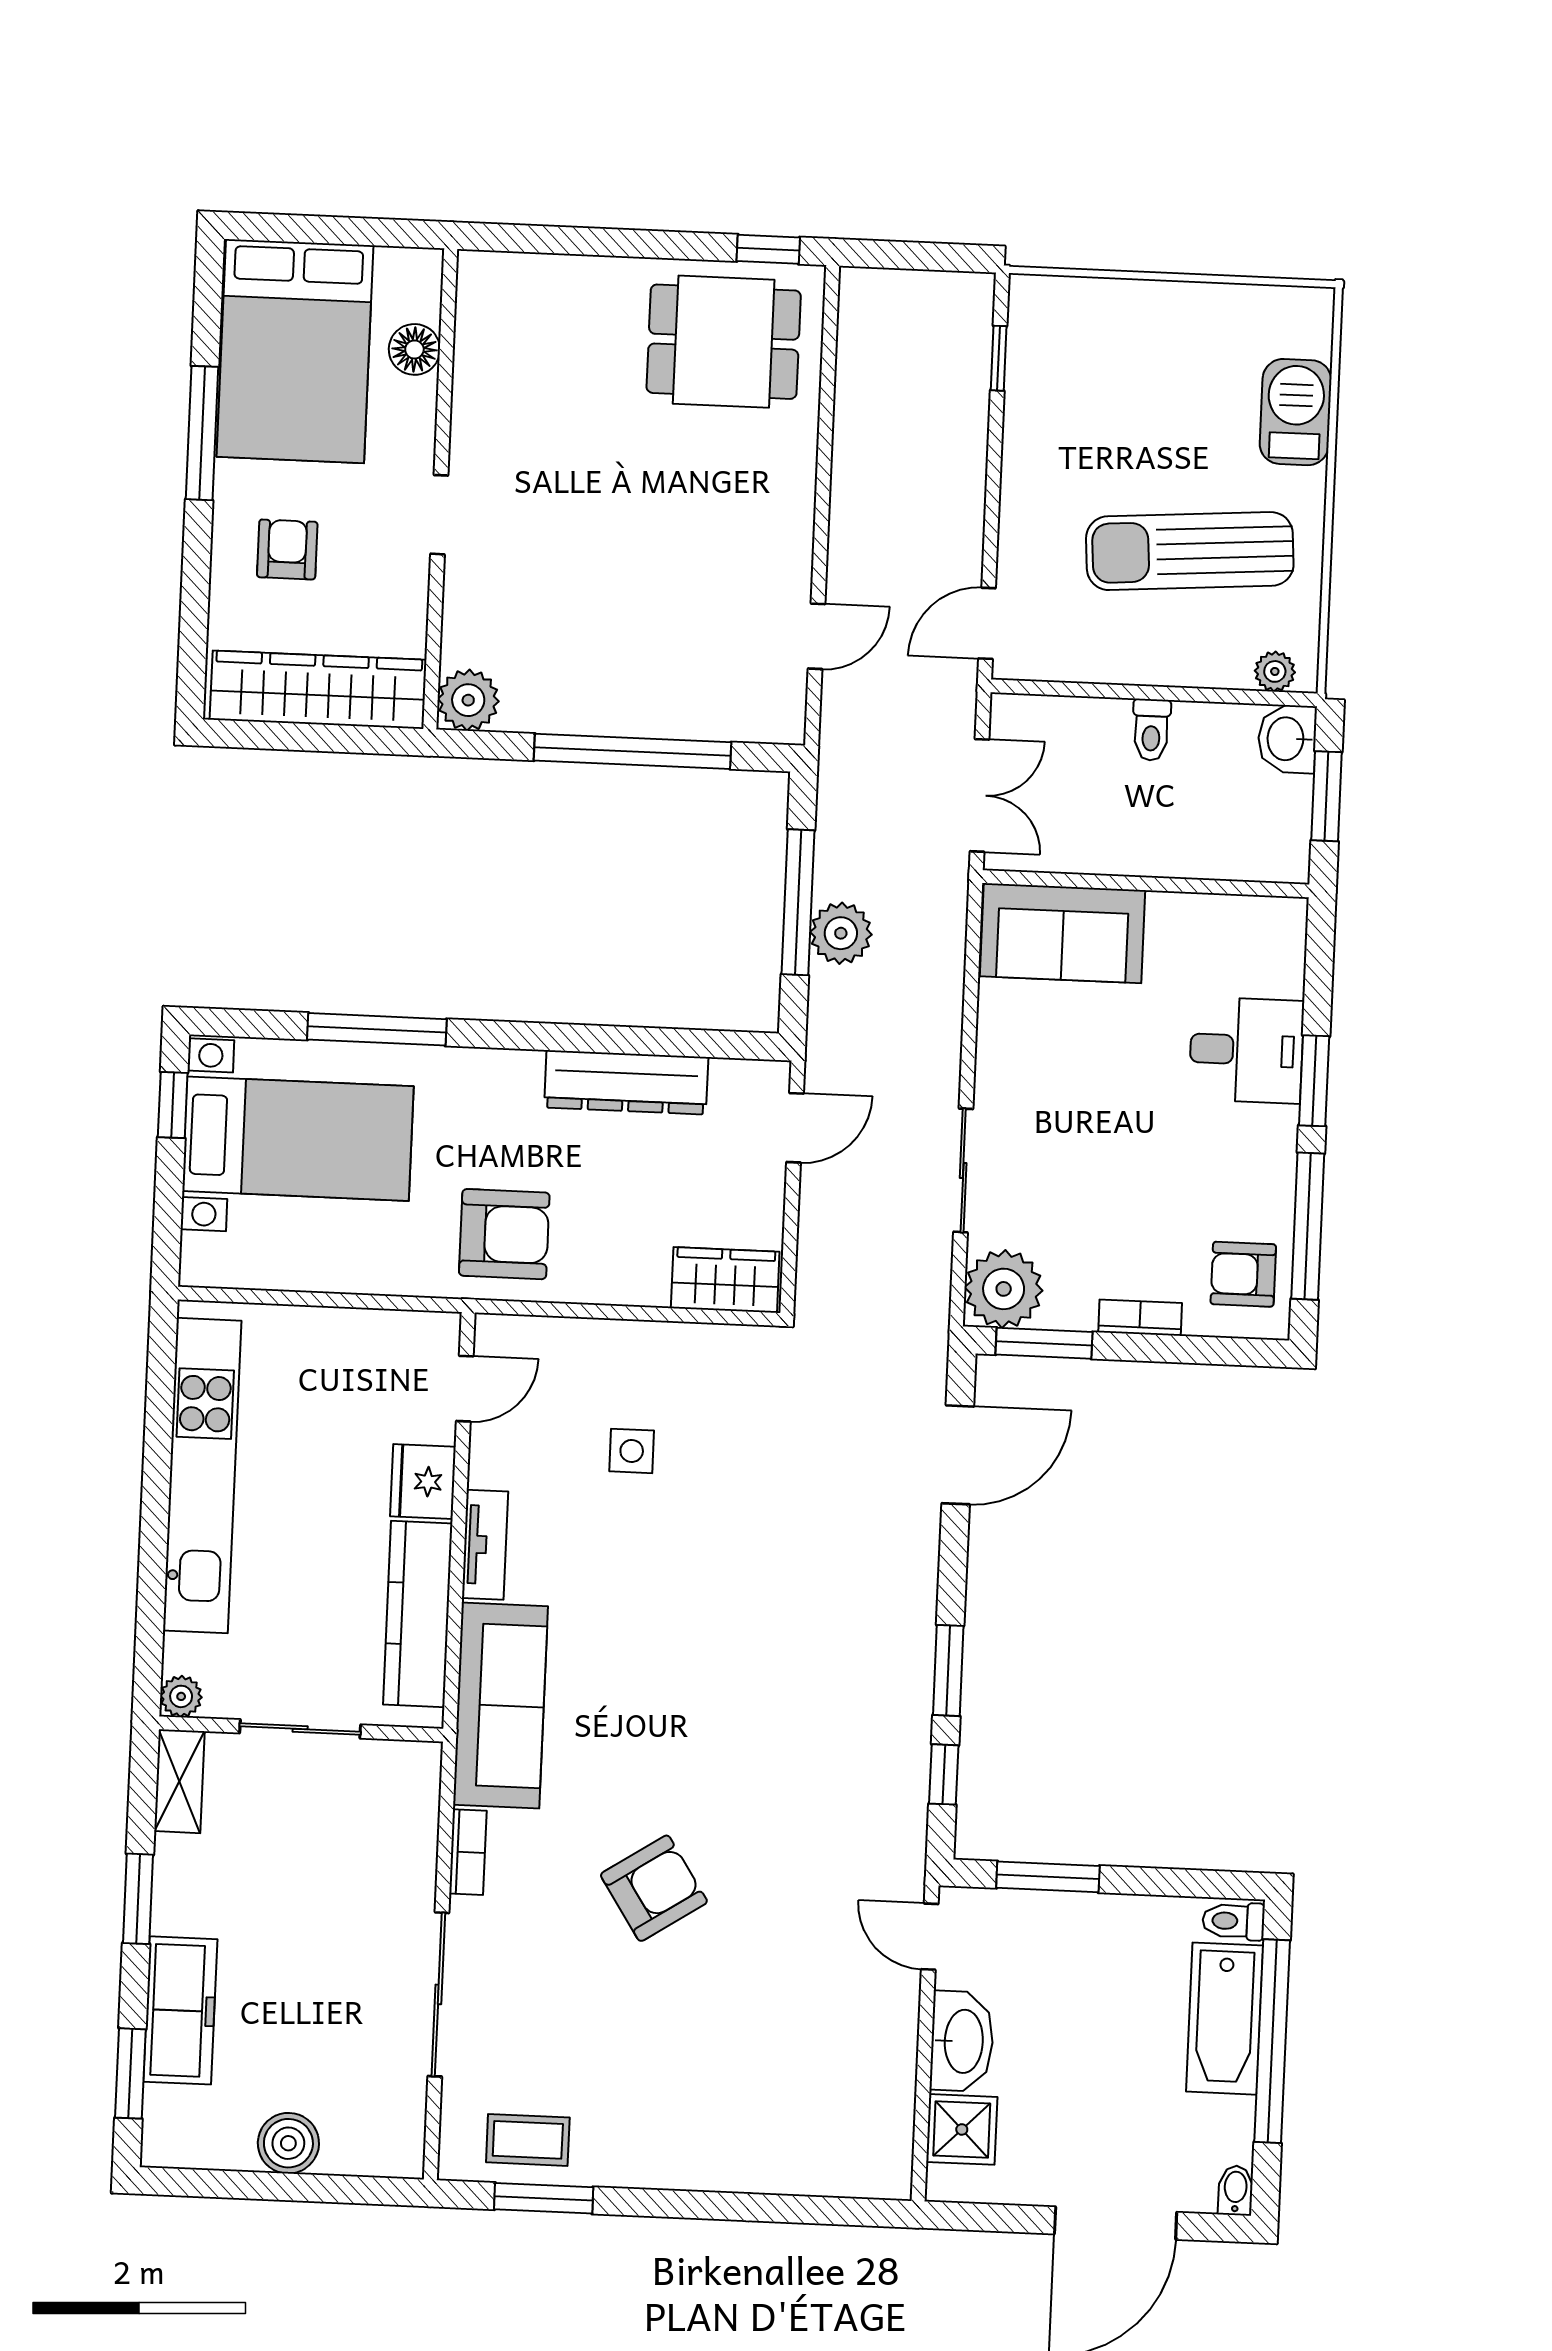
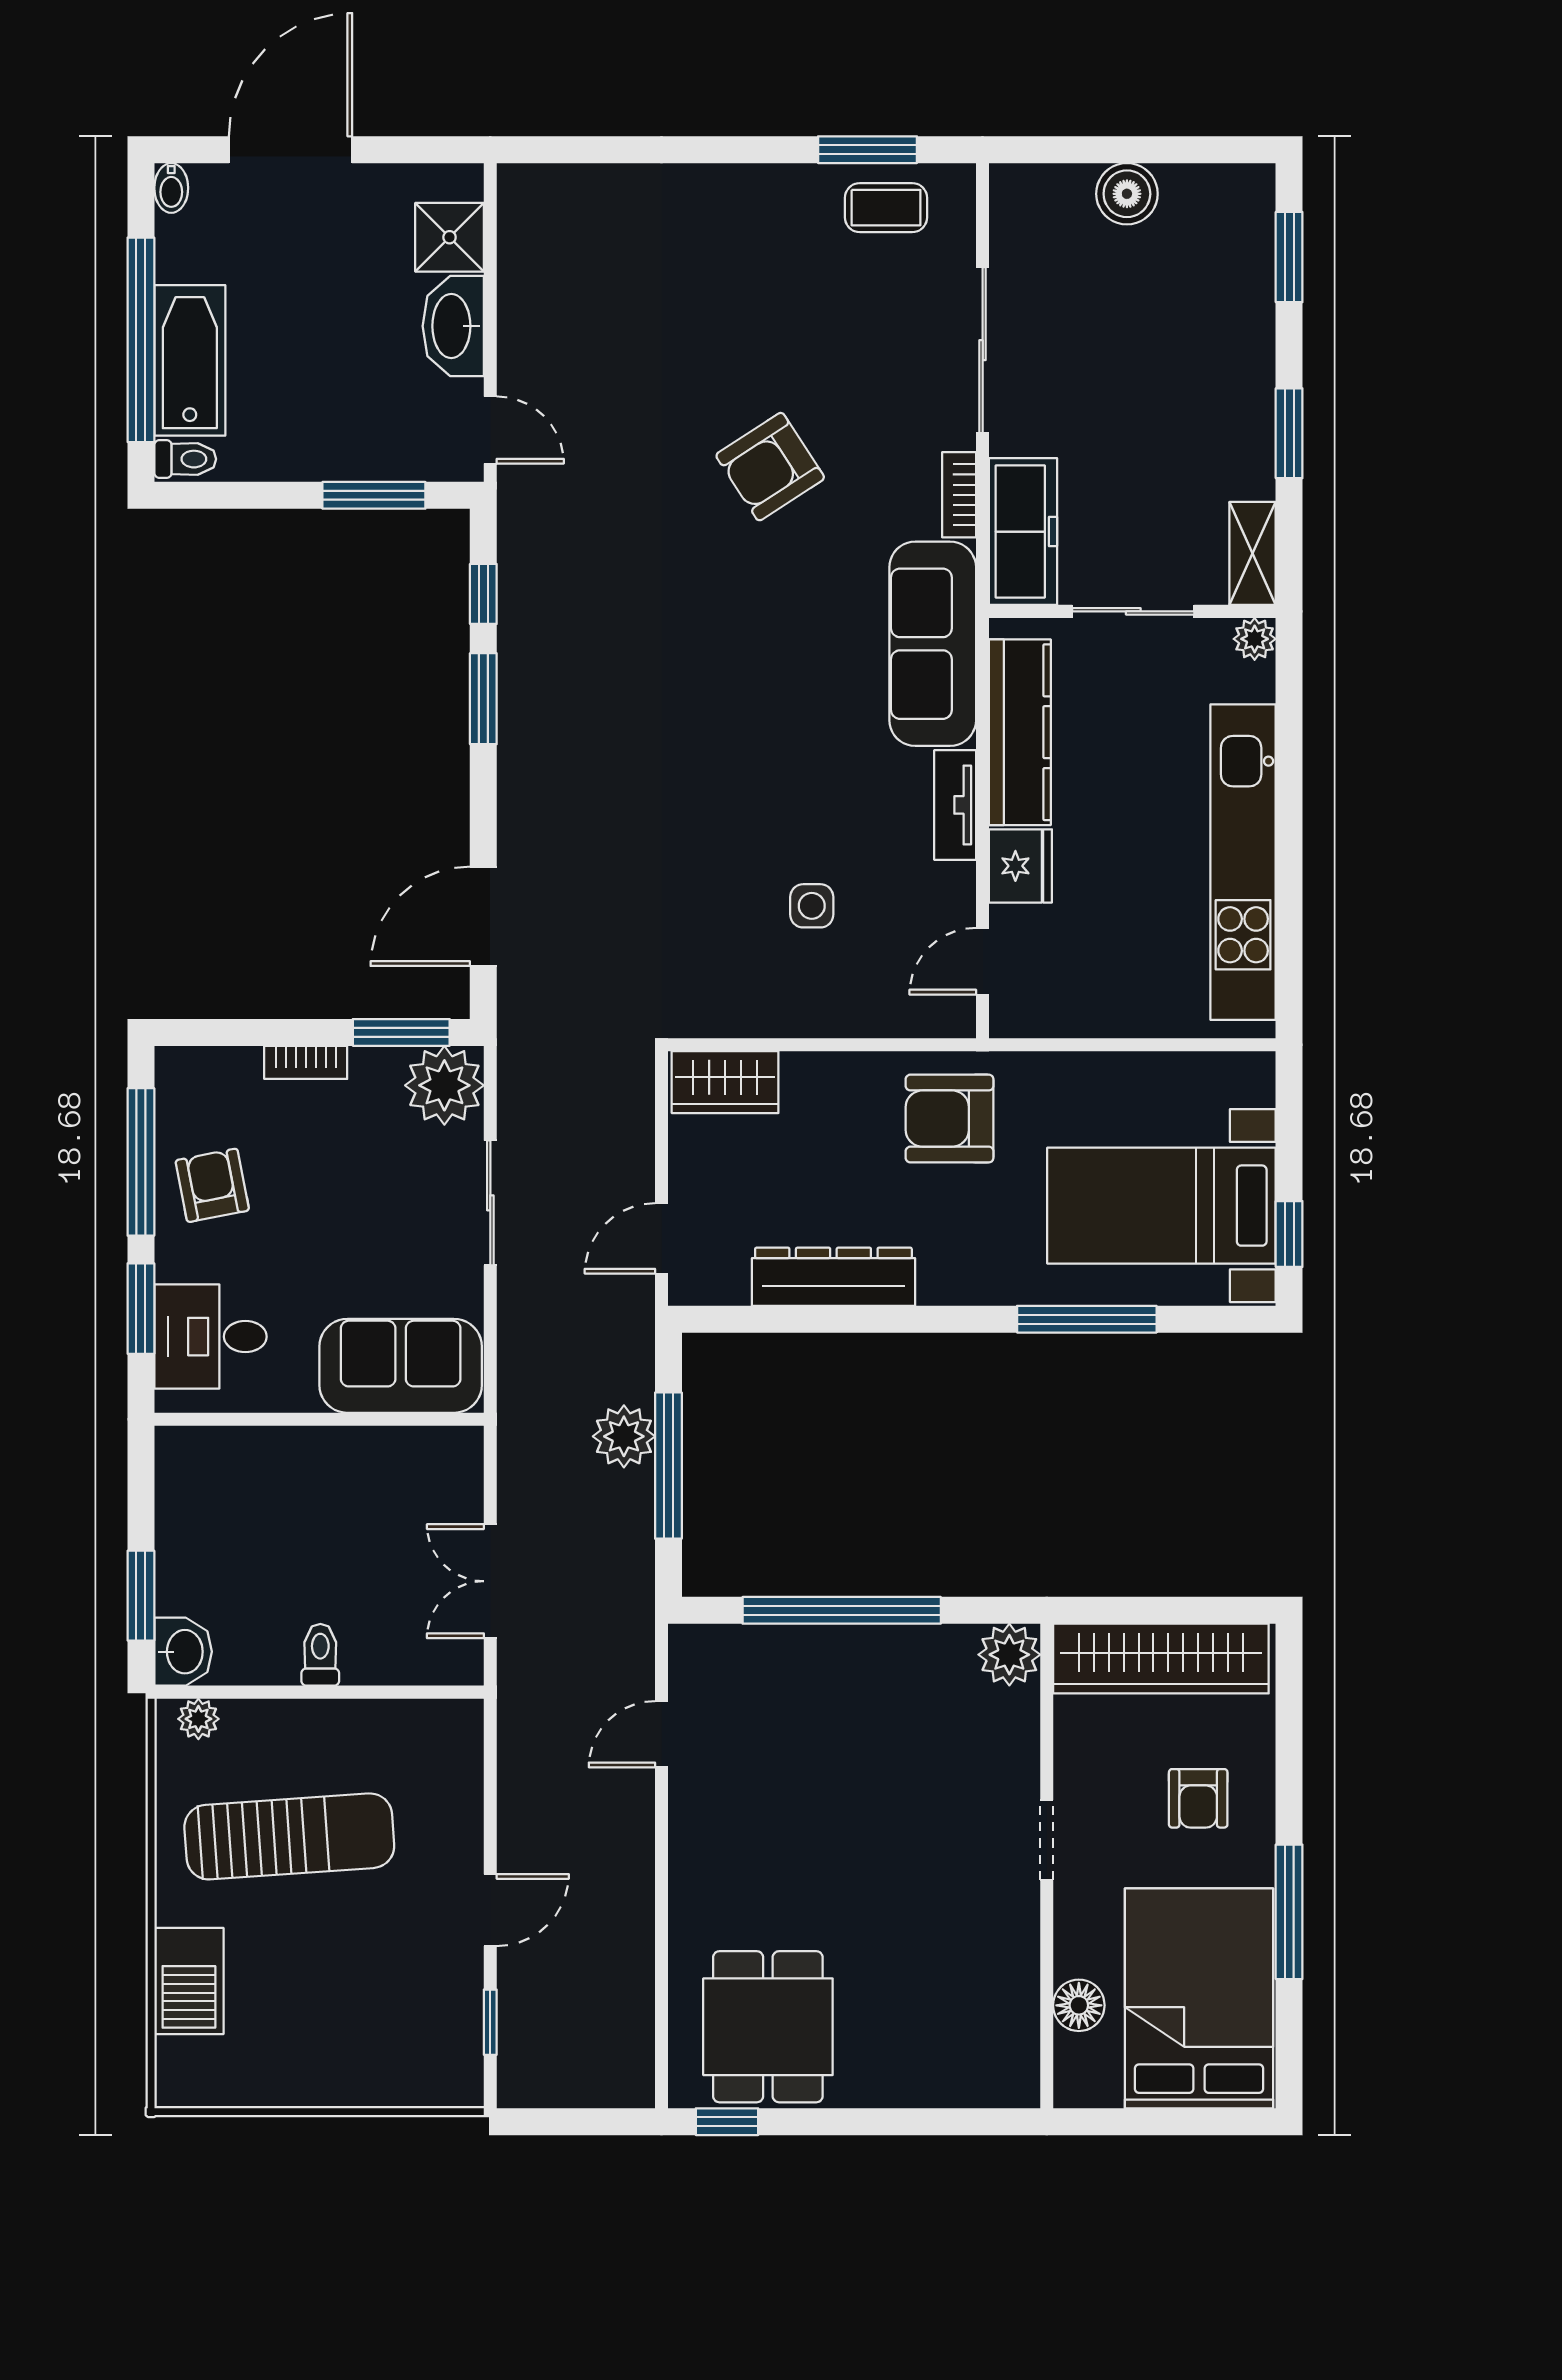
dining table: (724, 342) -> (768, 2027), turned 90
door: (987, 623) -> (490, 1910), moved
wall: (1146, 884) -> (319, 1419), moved
sofa: (1063, 933) -> (401, 1366), moved
armchair: (1243, 1274) -> (212, 1185), moved, turned -101
freezer: (180, 2010) -> (1023, 532), moved, turned 180

